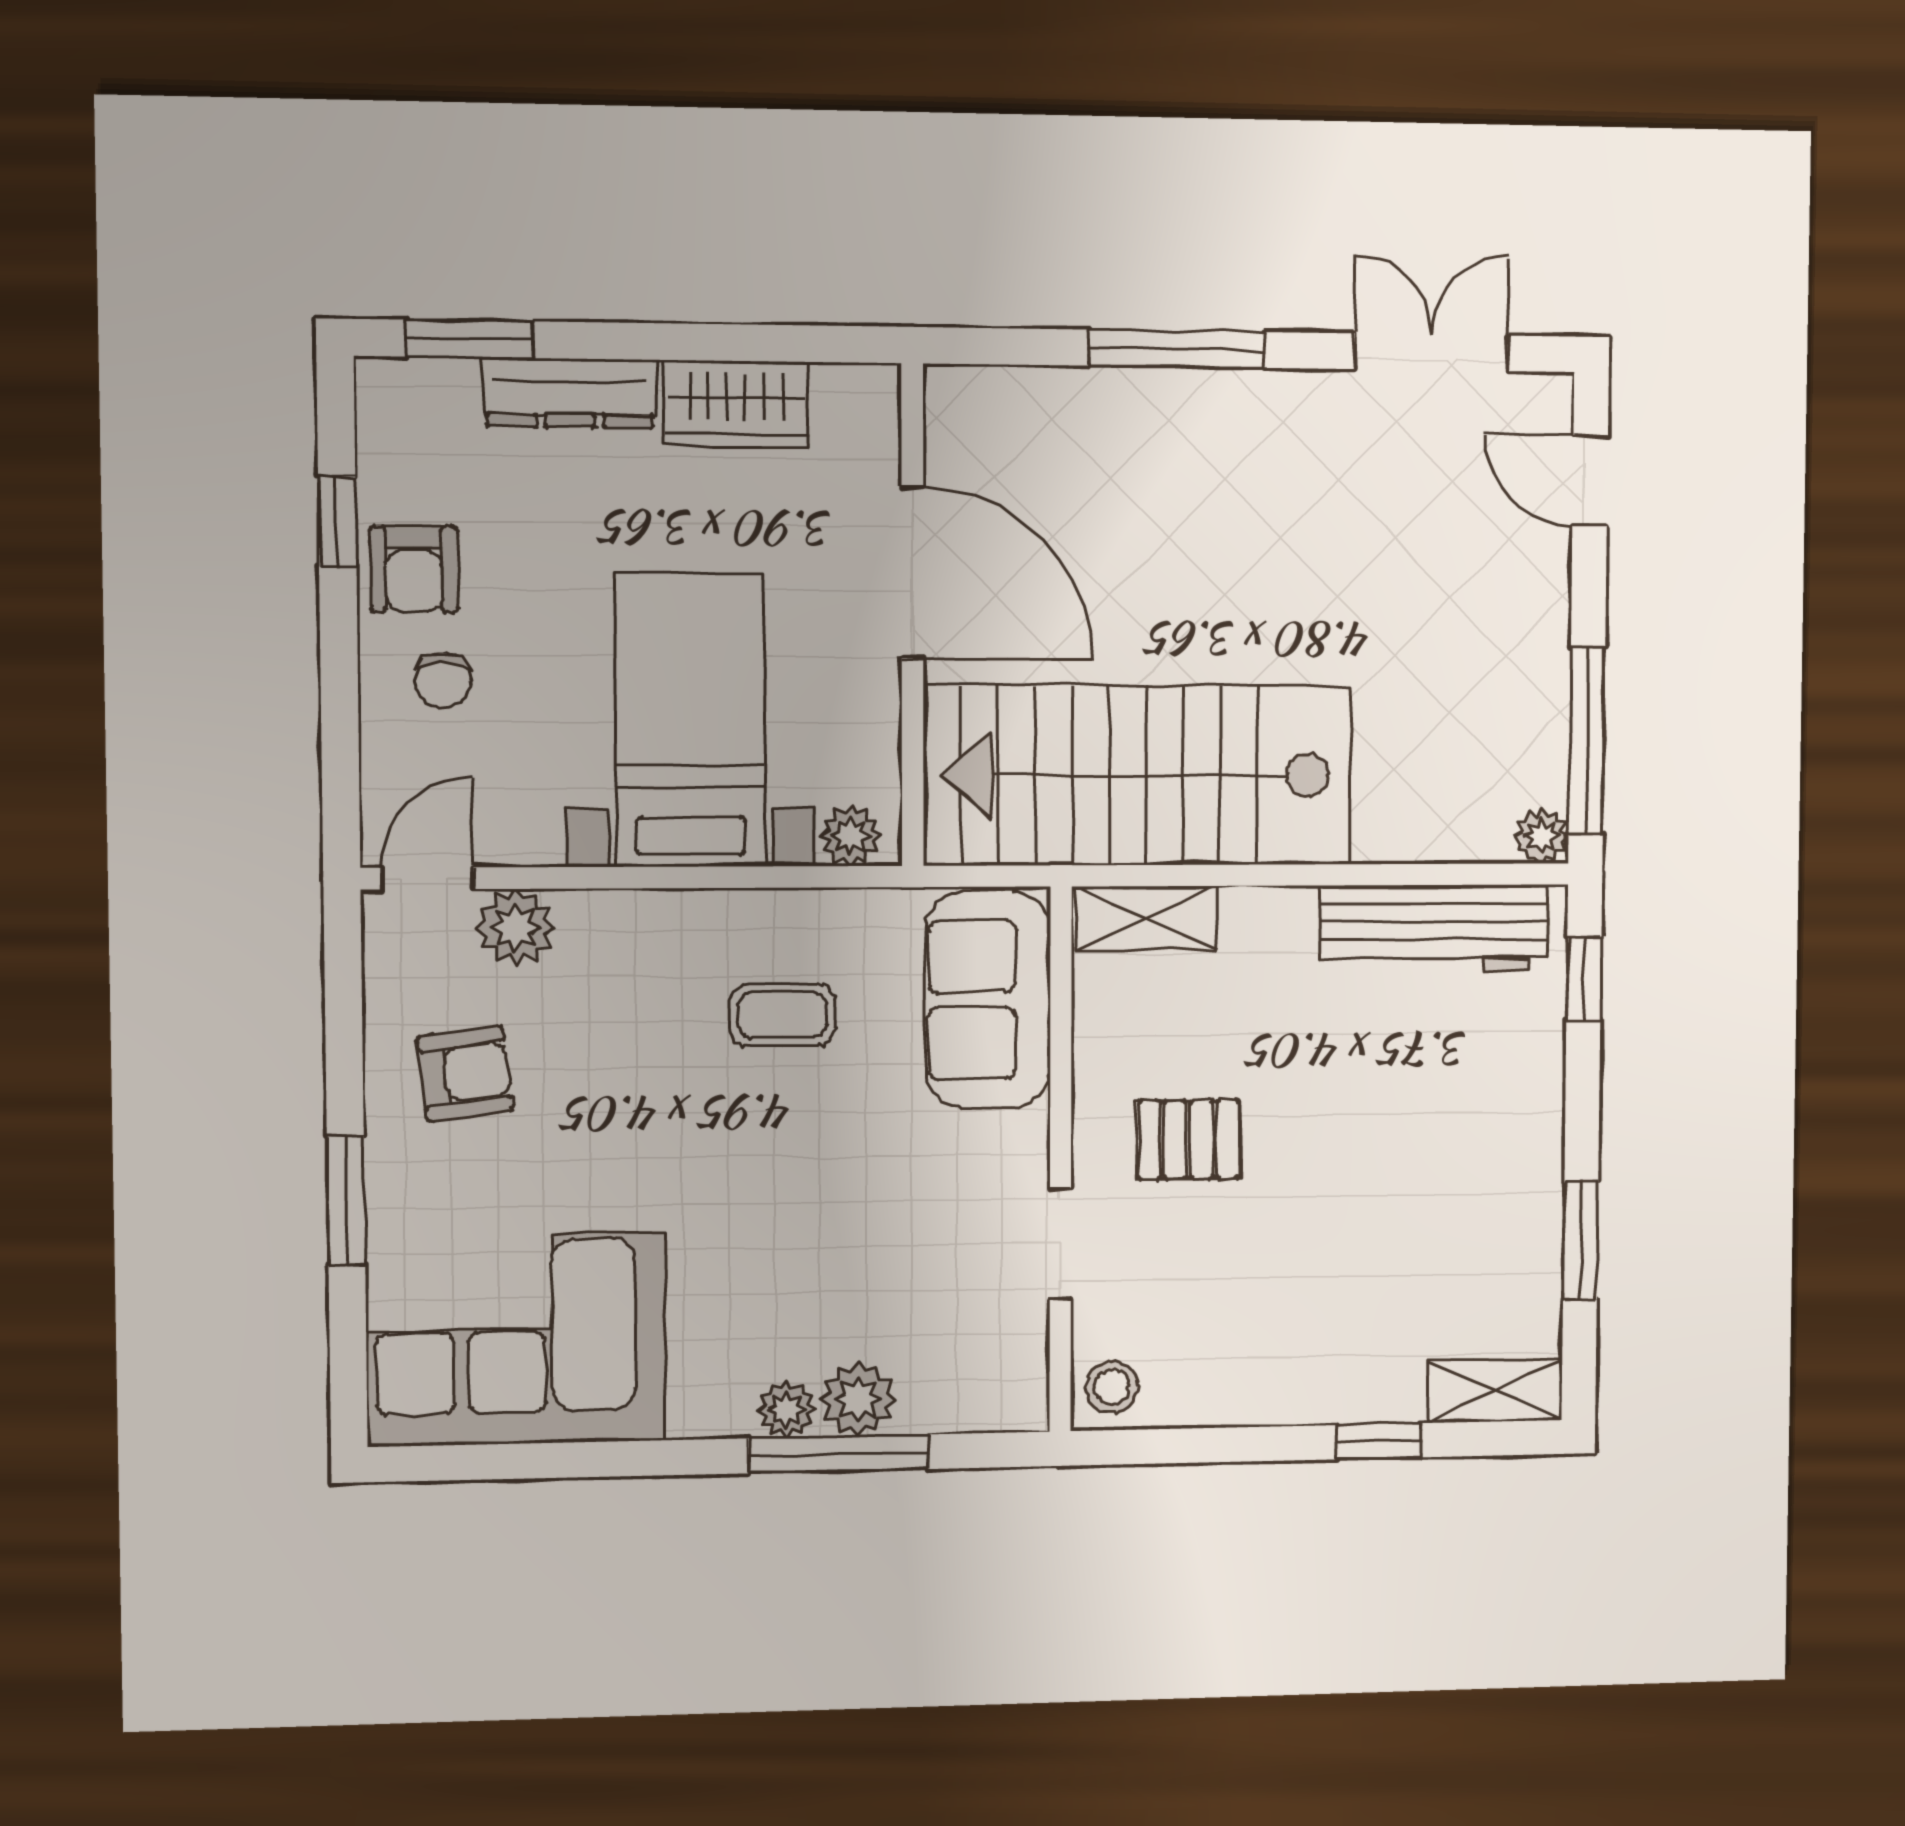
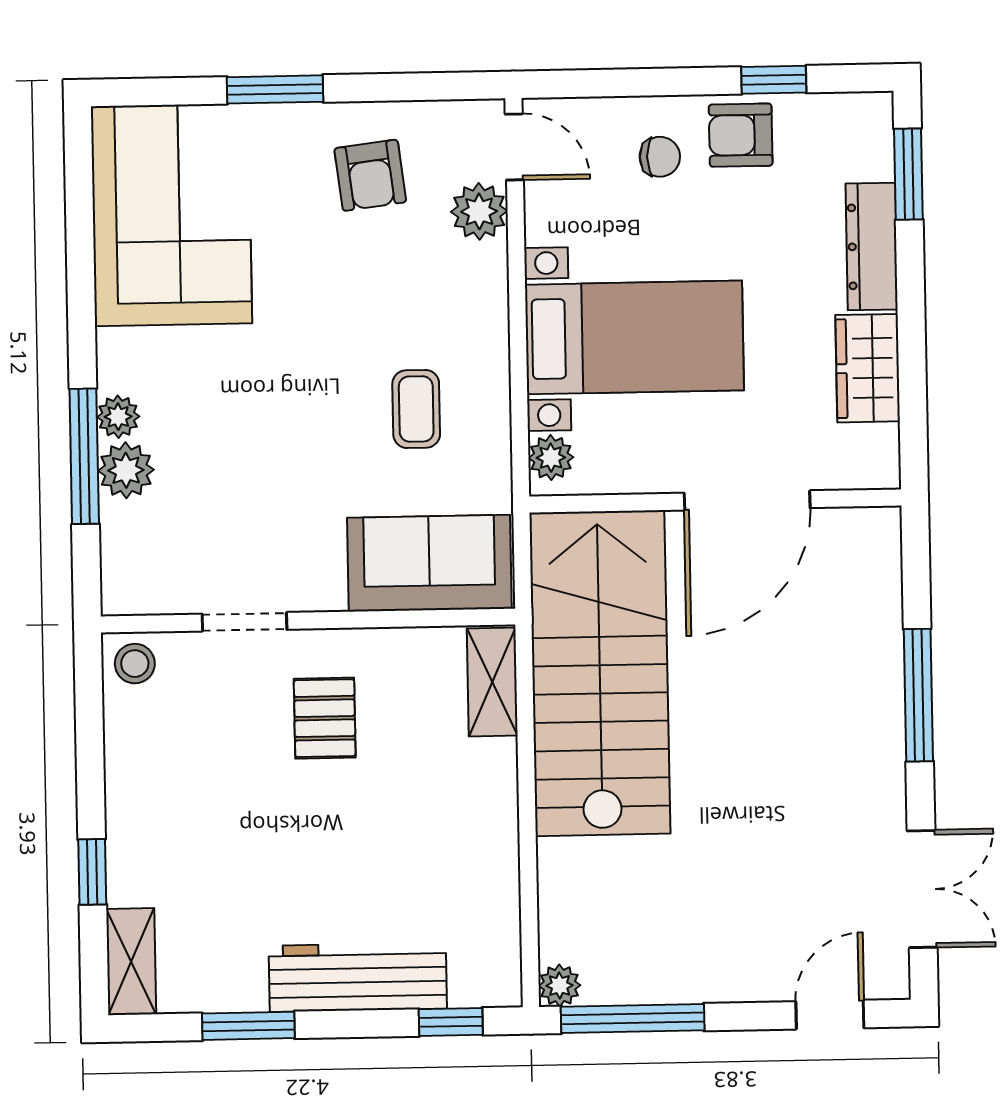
chair: (443, 680) -> (660, 157), turned 180
workbench: (1434, 928) -> (358, 977), moved, turned 90

